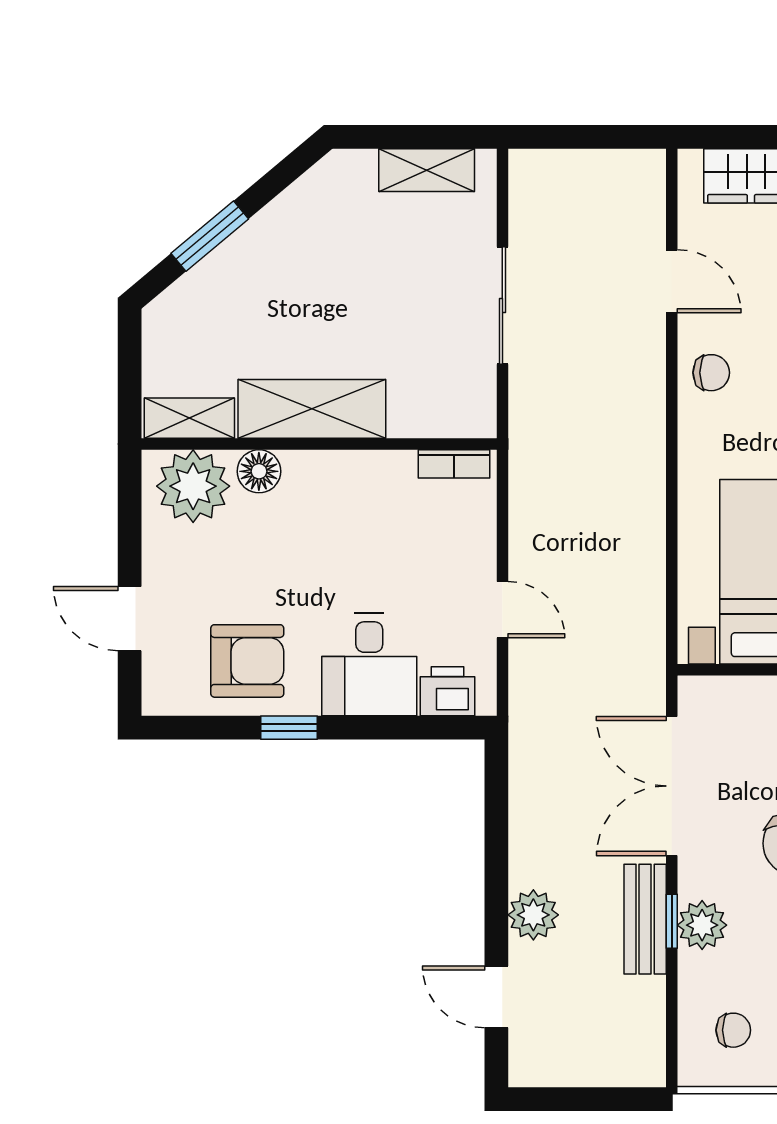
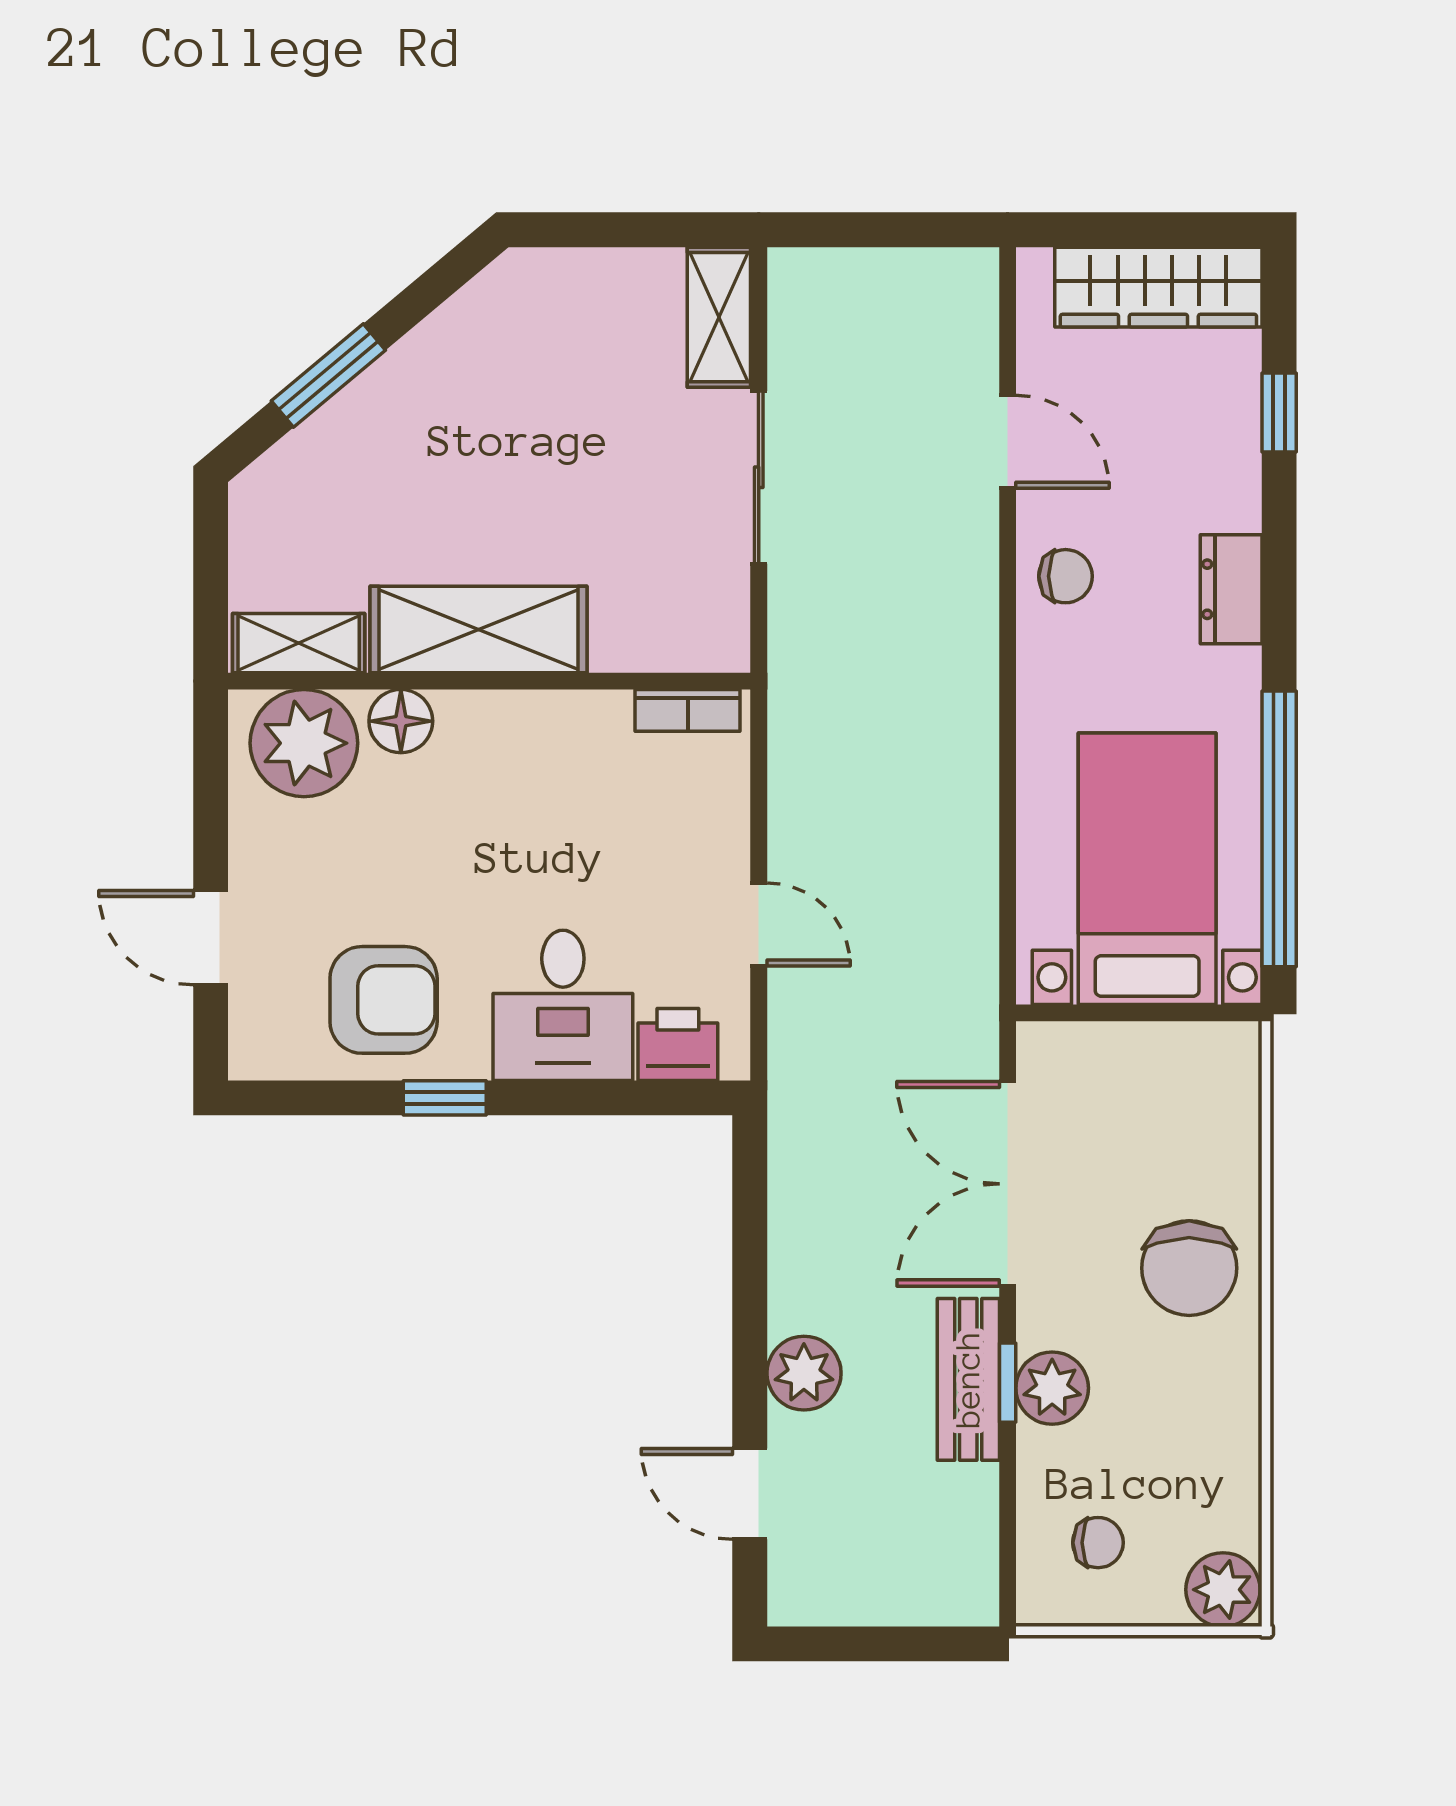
shelving: (427, 170) -> (719, 317), moved, turned 90

